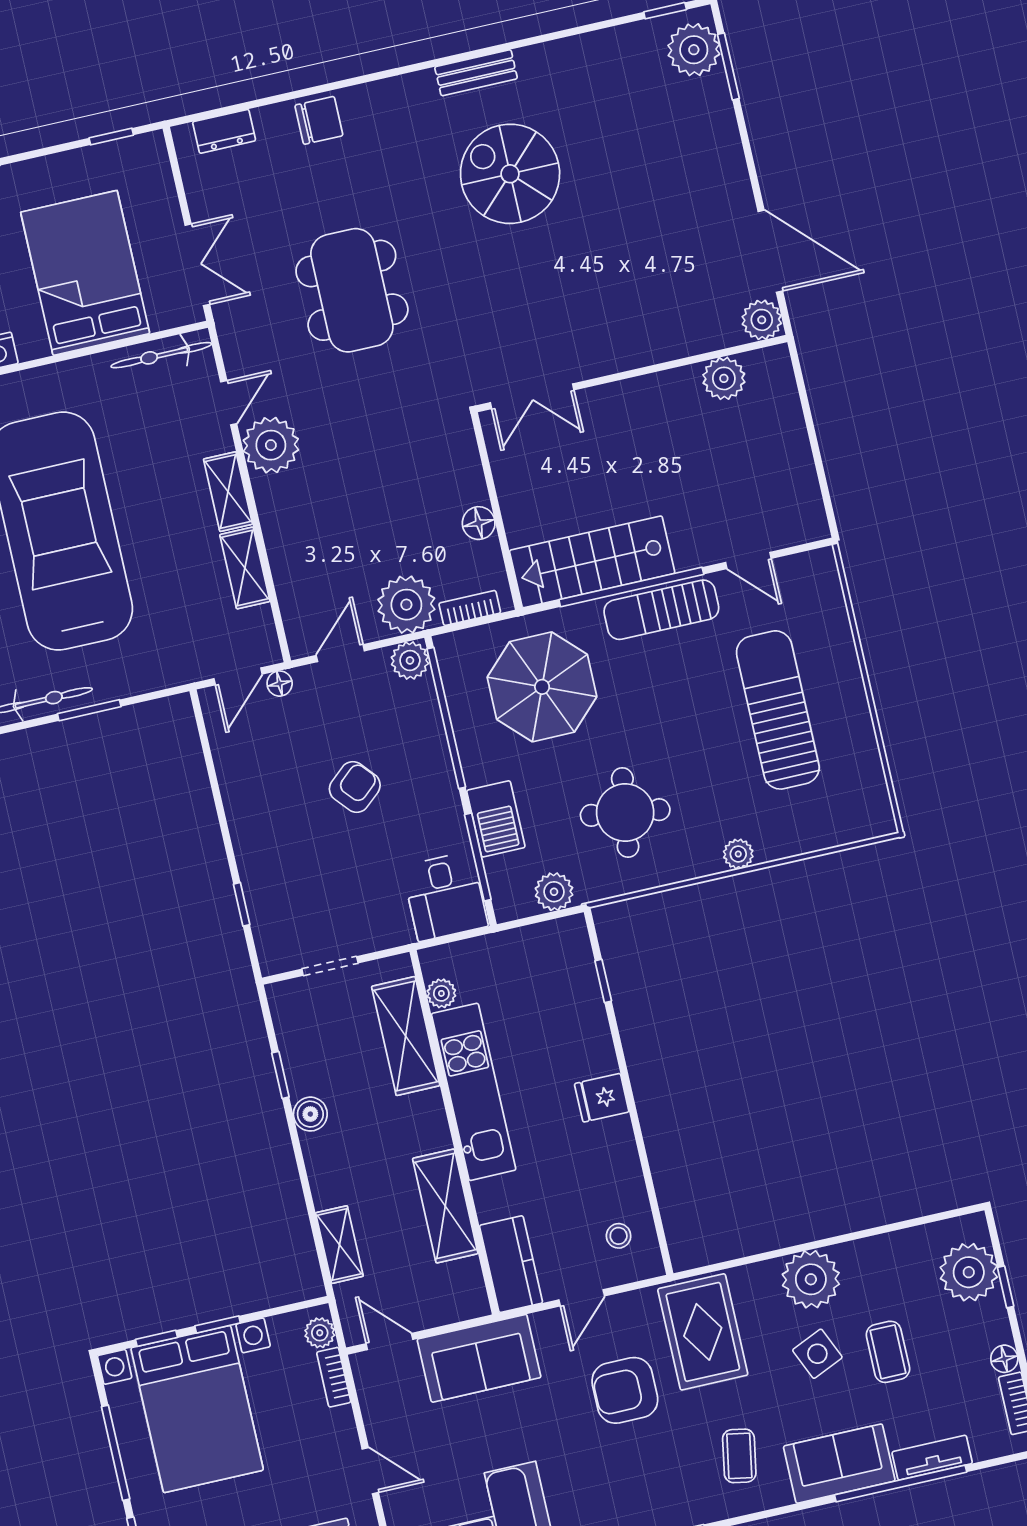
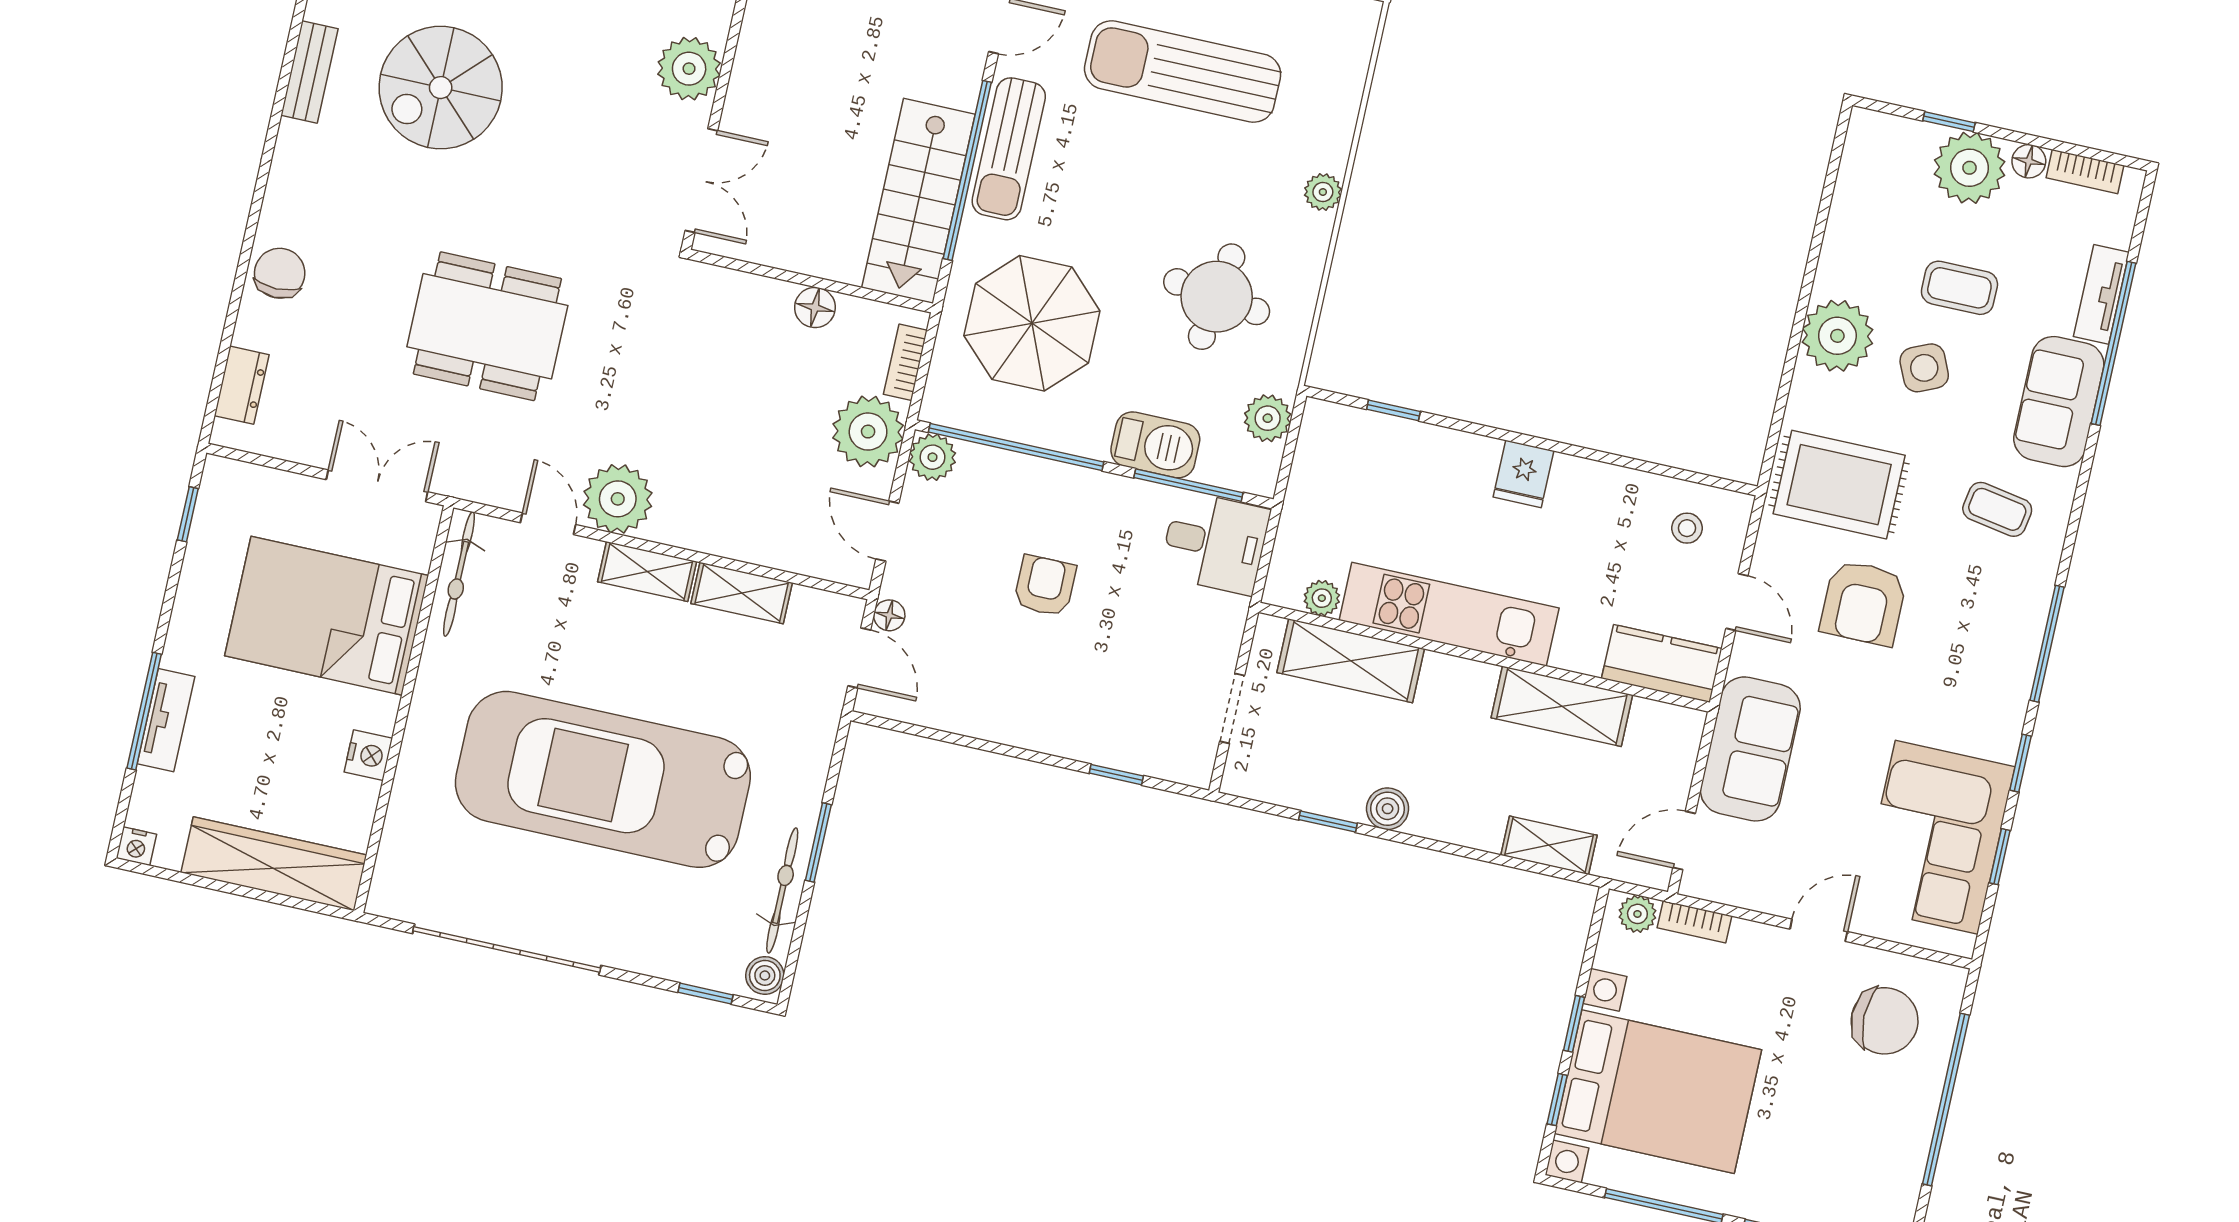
plant: (610, 349) -> (689, 69), added
armchair: (355, 787) -> (1045, 586), turned 41
plant: (969, 1272) -> (1970, 168), moved

